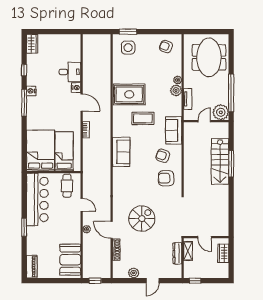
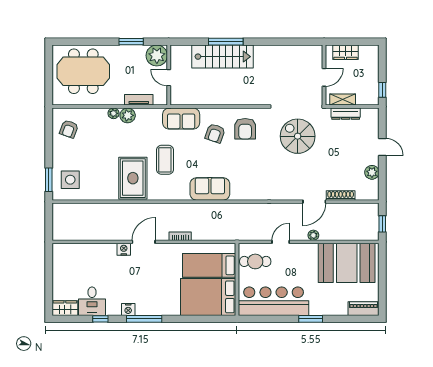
desk: (70, 72) -> (92, 301), moved, turned 180
window: (231, 93) -> (131, 42), width x0.47
spiral stairs: (142, 219) -> (298, 136), moved
booth: (70, 260) -> (347, 263), width x1.36, depth x1.42

